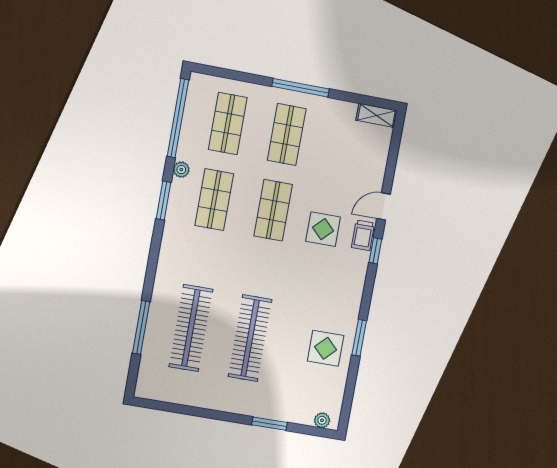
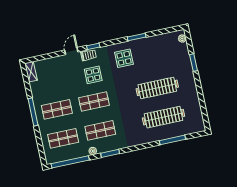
door: (384, 206) -> (71, 51), swing flipped
display table: (326, 348) -> (124, 58), moved

